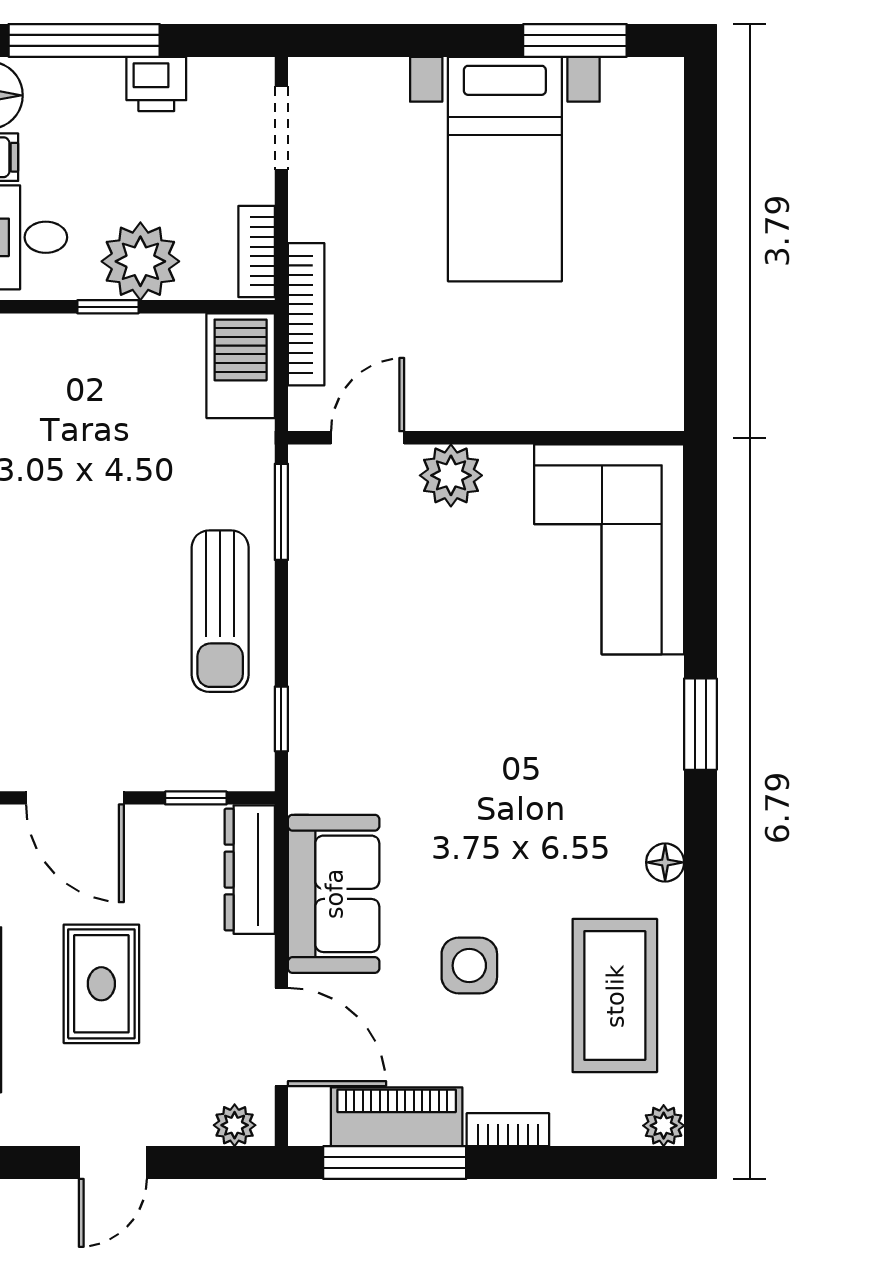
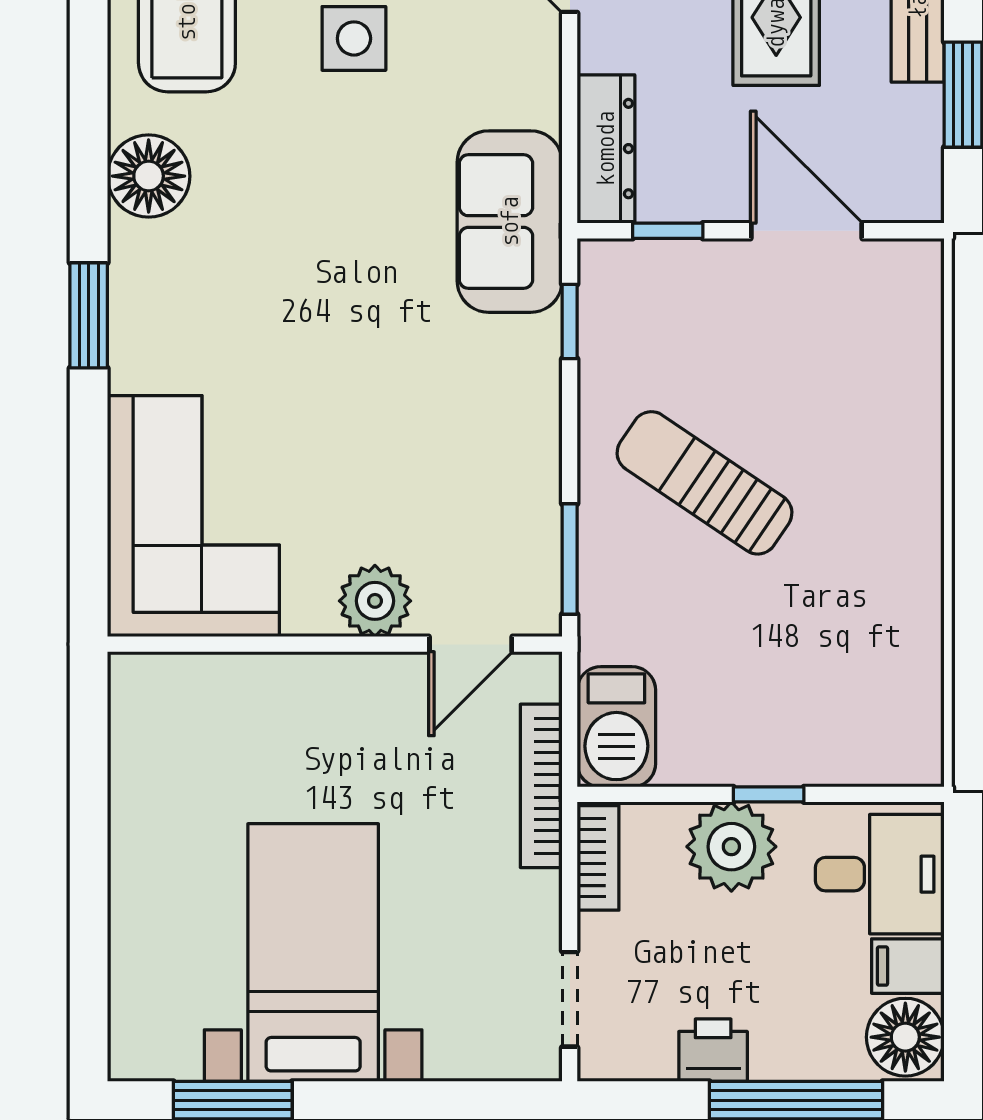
sun lounger: (220, 611) -> (704, 483), moved, turned -56
floor lamp: (665, 862) -> (149, 176), width x1.89, depth x1.89
sofa: (334, 894) -> (510, 222), moved

